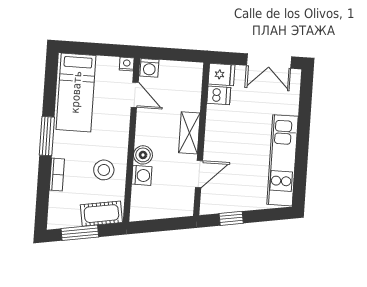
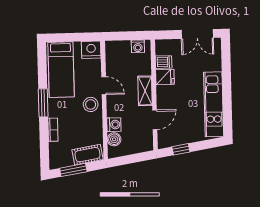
nightstand: (127, 64) -> (91, 50), width x1.89, depth x1.79
washing machine: (149, 68) -> (138, 46), moved
fridge: (221, 74) -> (165, 77), moved
door: (135, 95) -> (104, 86), moved
boiler: (143, 155) -> (114, 139), moved
stool: (104, 170) -> (91, 104), moved

